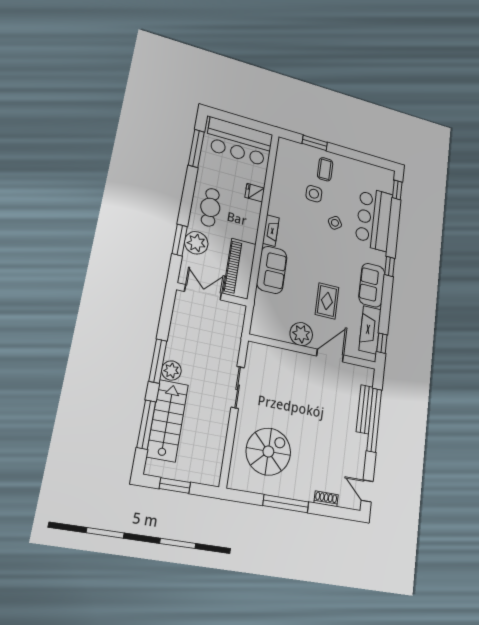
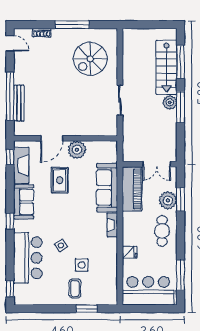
sofa: (272, 270) -> (107, 188), width x1.36
window: (175, 485) -> (154, 25), removed

